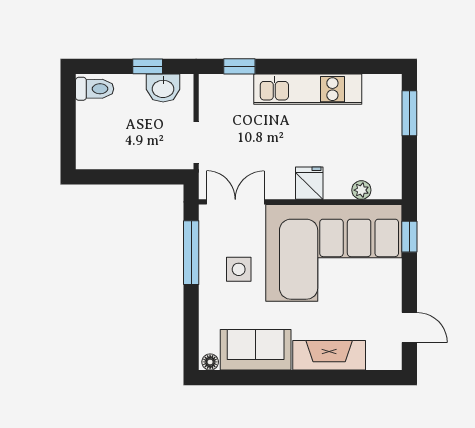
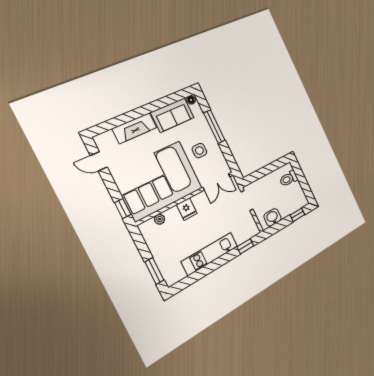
window: (148, 66) -> (297, 215), moved
toilet: (95, 89) -> (289, 179), moved
window: (191, 253) -> (214, 127), moved

